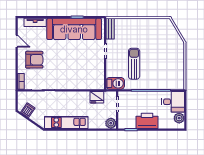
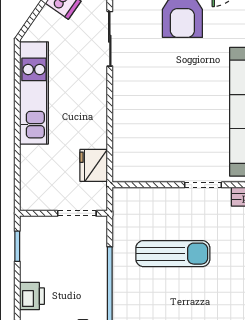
barbecue: (115, 83) -> (126, 209), removed
printer: (147, 121) -> (32, 296), width x0.53, depth x0.68
plant: (111, 123) -> (32, 198), removed

